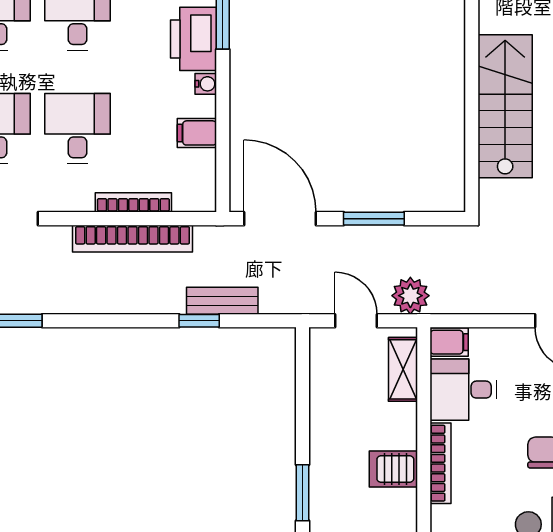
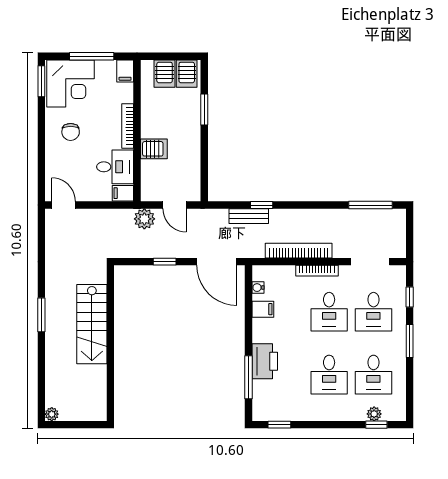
water cooler: (206, 84) -> (258, 288), moved
bookcase: (133, 202) -> (317, 271), moved
window: (374, 219) -> (165, 262), width x0.67
shelving: (403, 369) -> (149, 178), removed
server rack: (393, 469) -> (154, 149), moved

